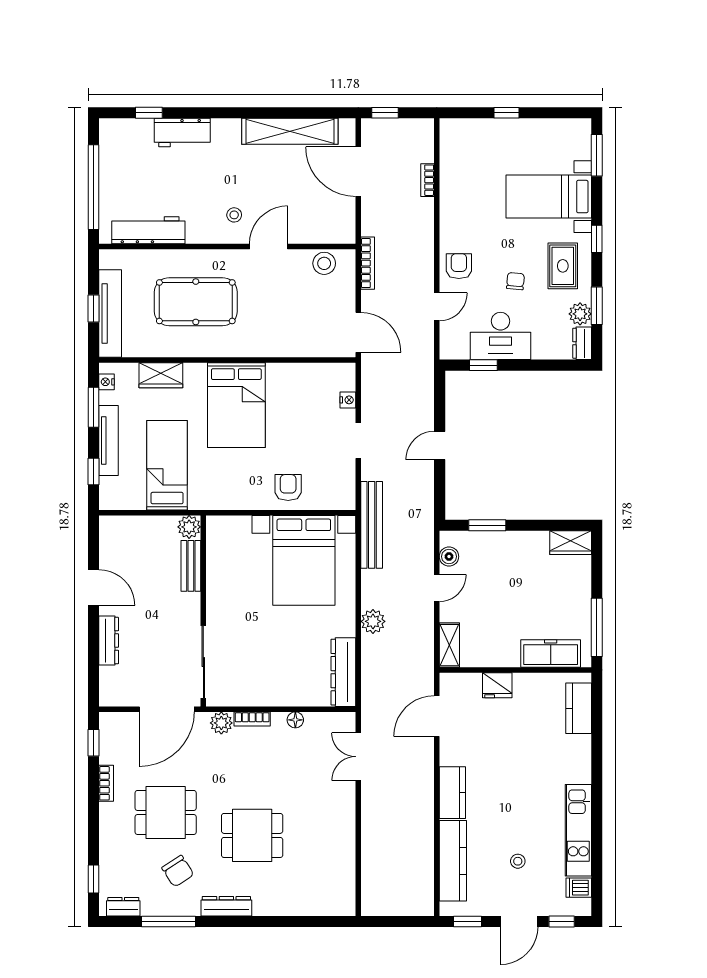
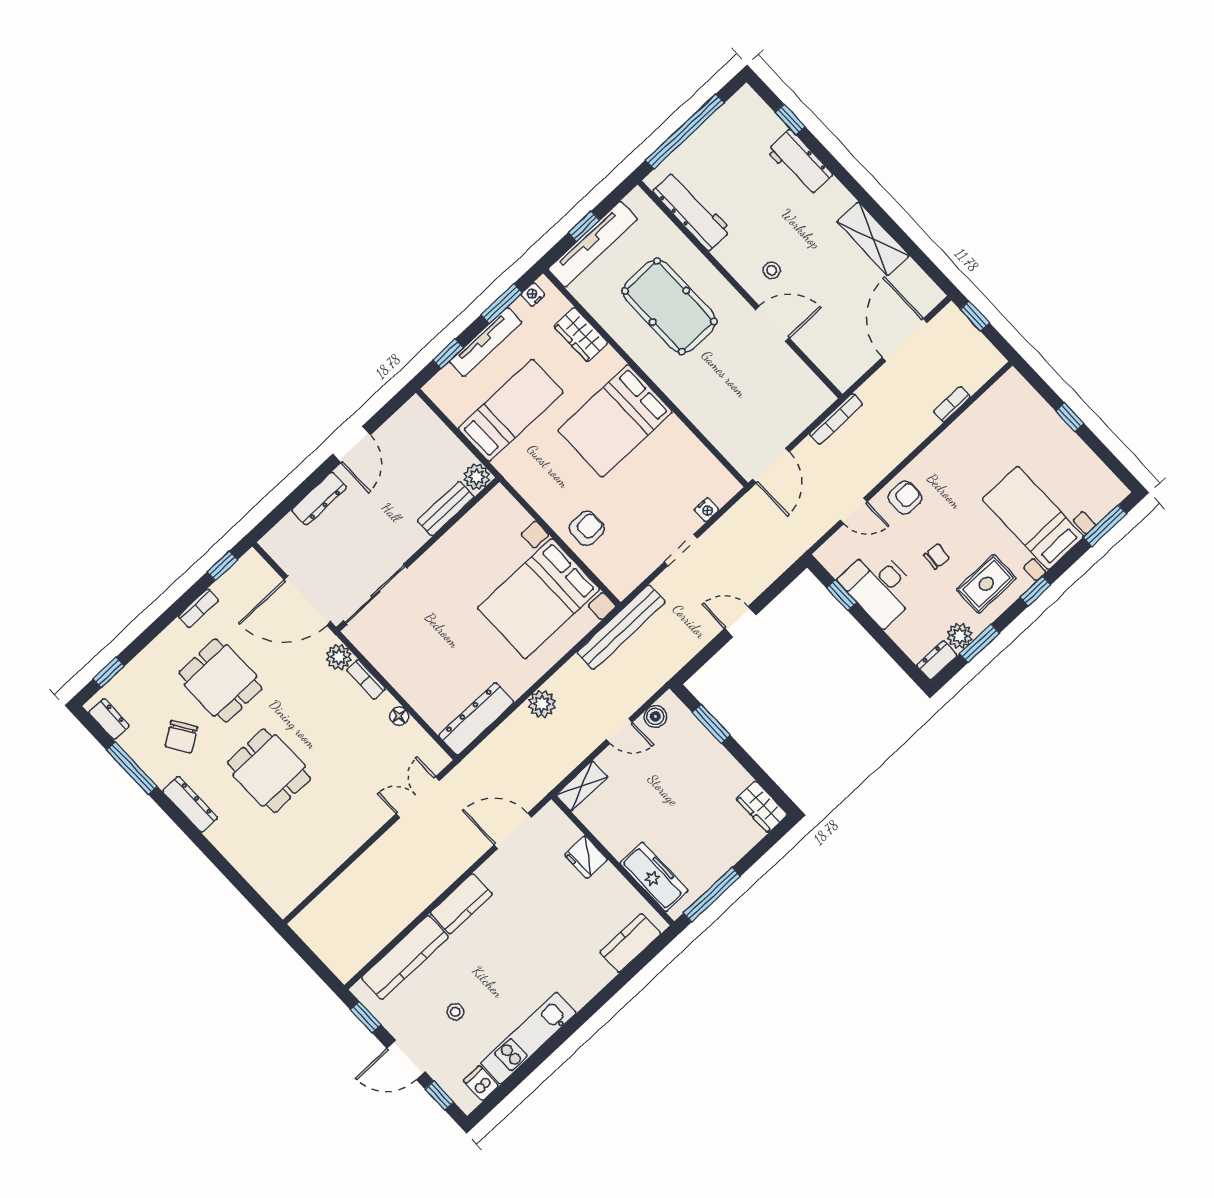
shelving: (290, 131) -> (873, 239), width x0.68
stool: (324, 263) -> (802, 383), removed

